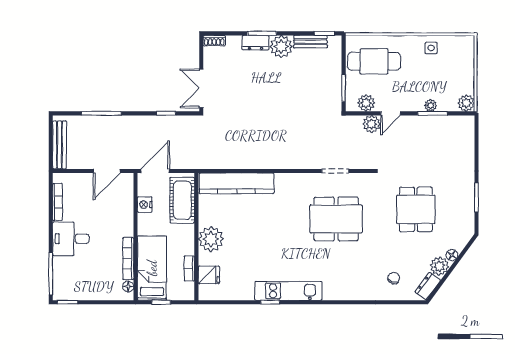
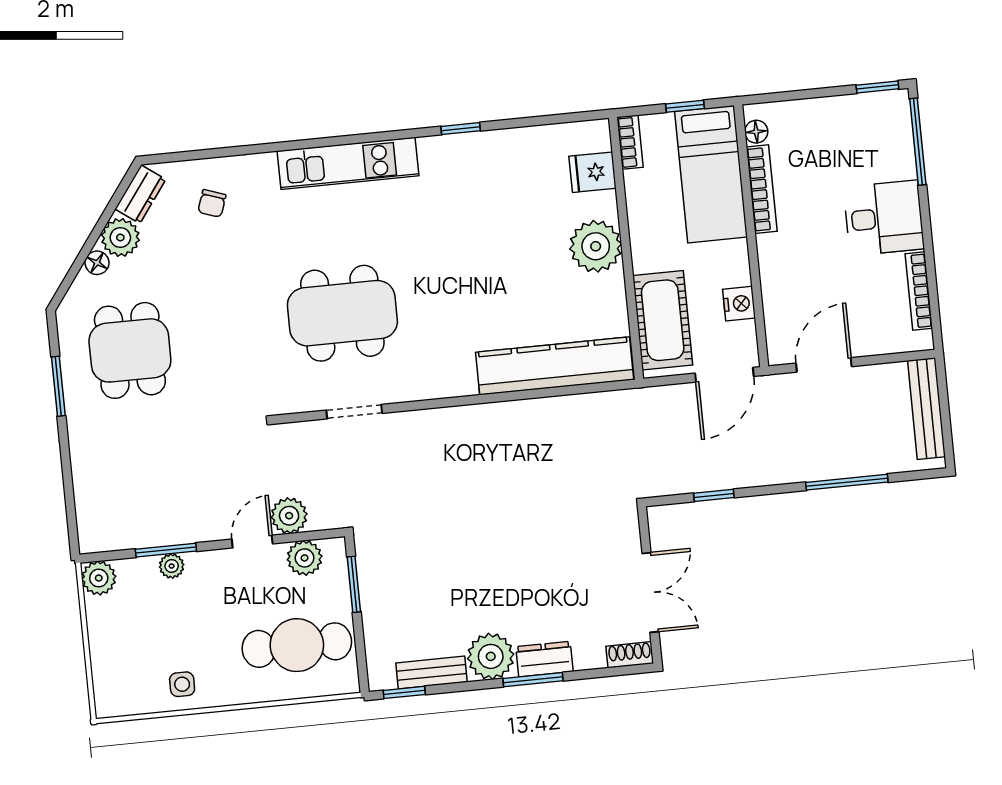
double door: (201, 88) -> (650, 593), moved
dining table: (416, 209) -> (130, 350), moved
bookcase: (189, 269) -> (630, 142), moved
kitchen unit: (288, 291) -> (348, 163), moved

